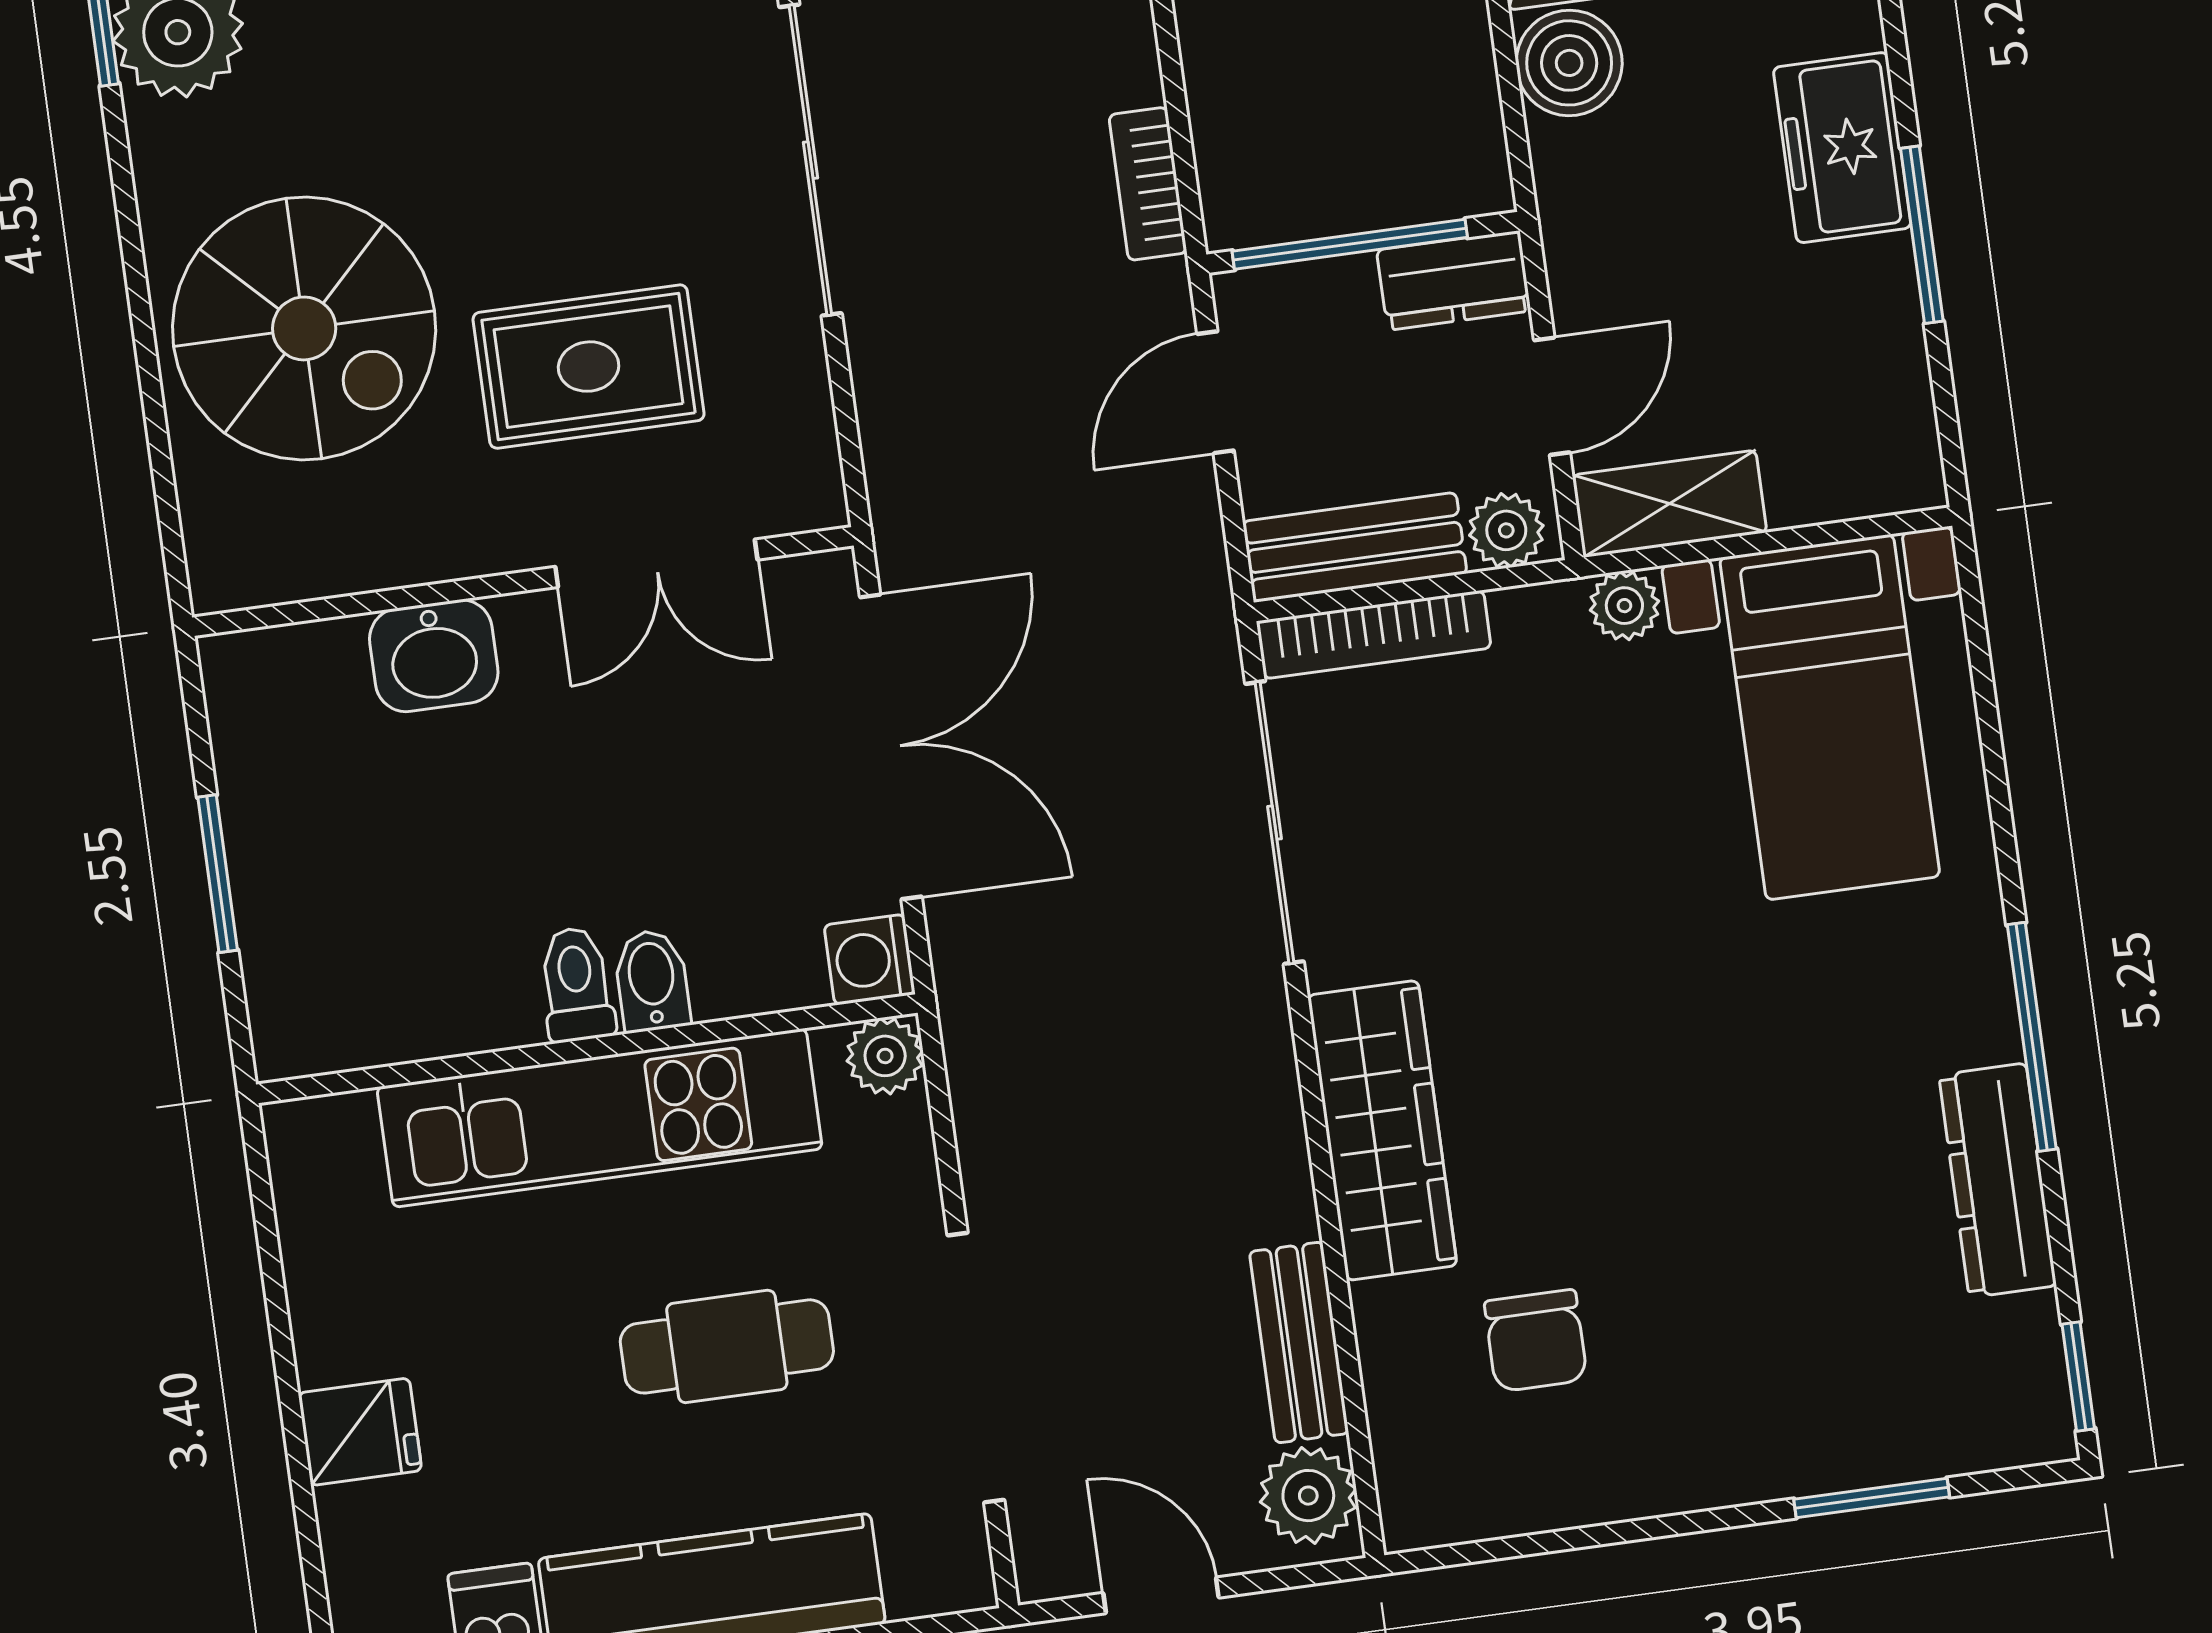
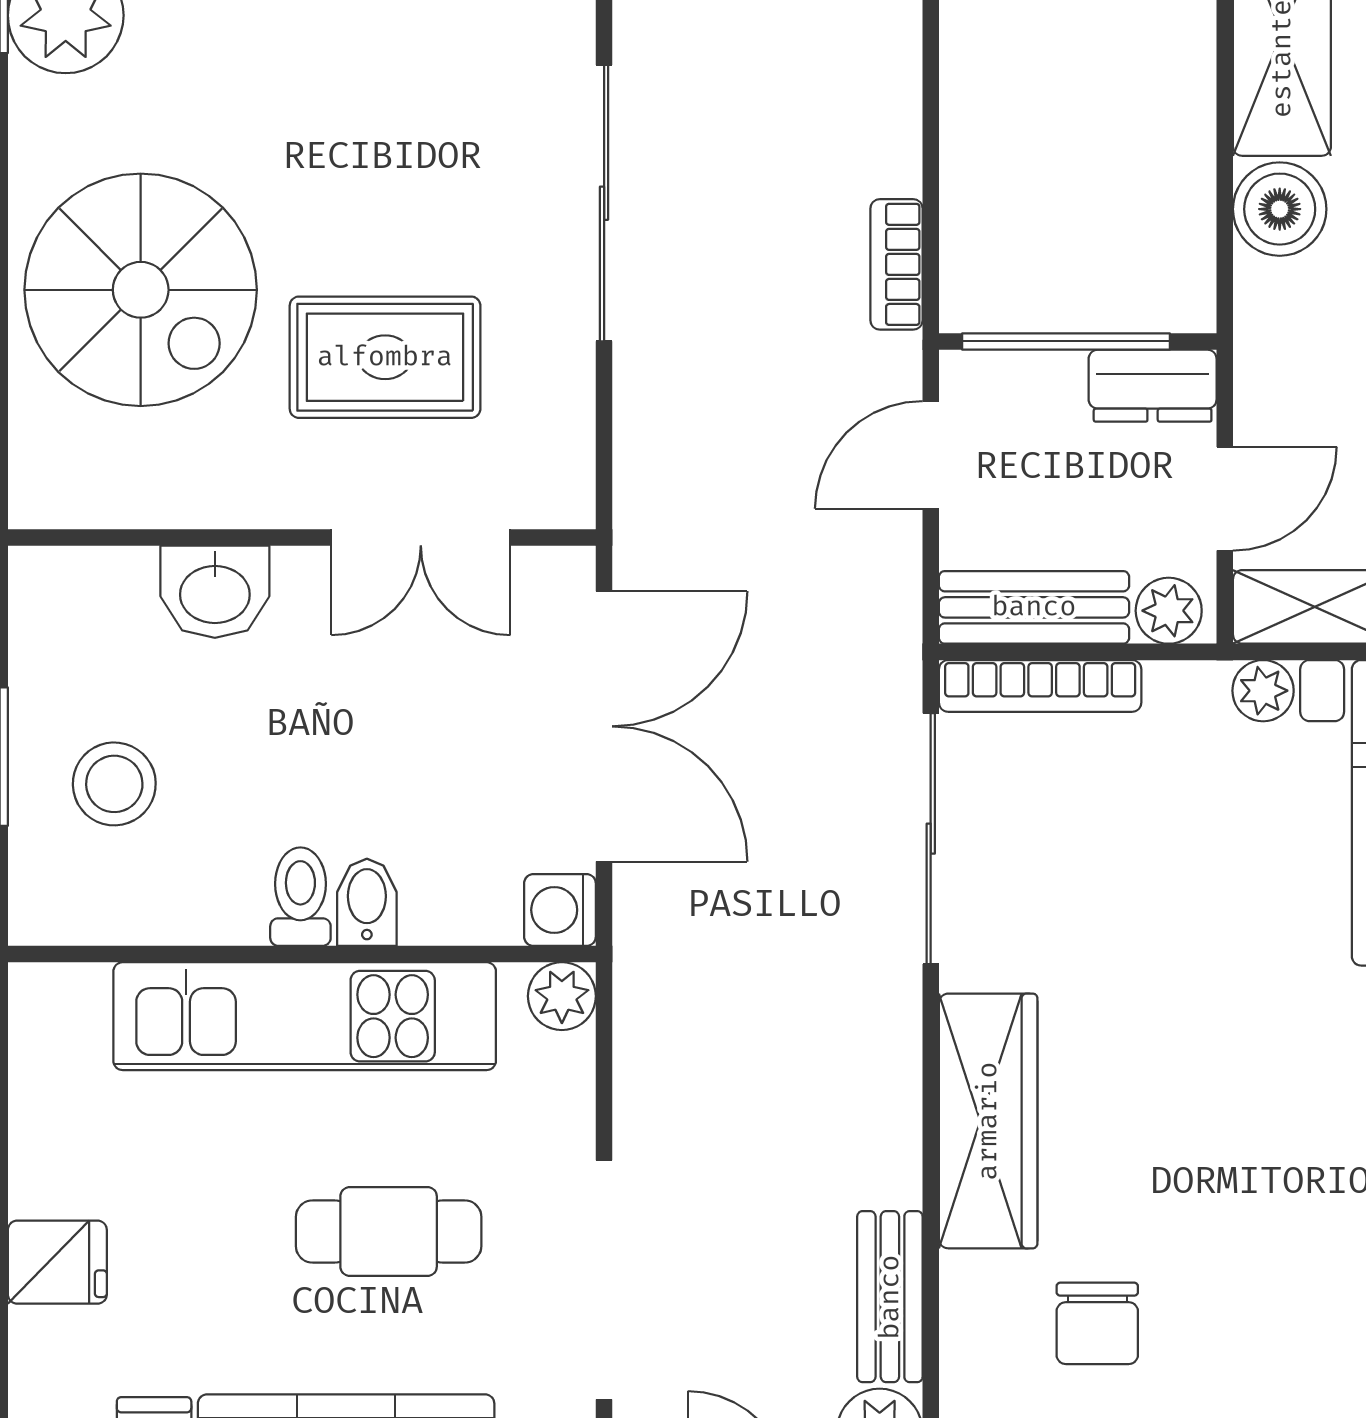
stool: (350, 887) -> (114, 784), added

